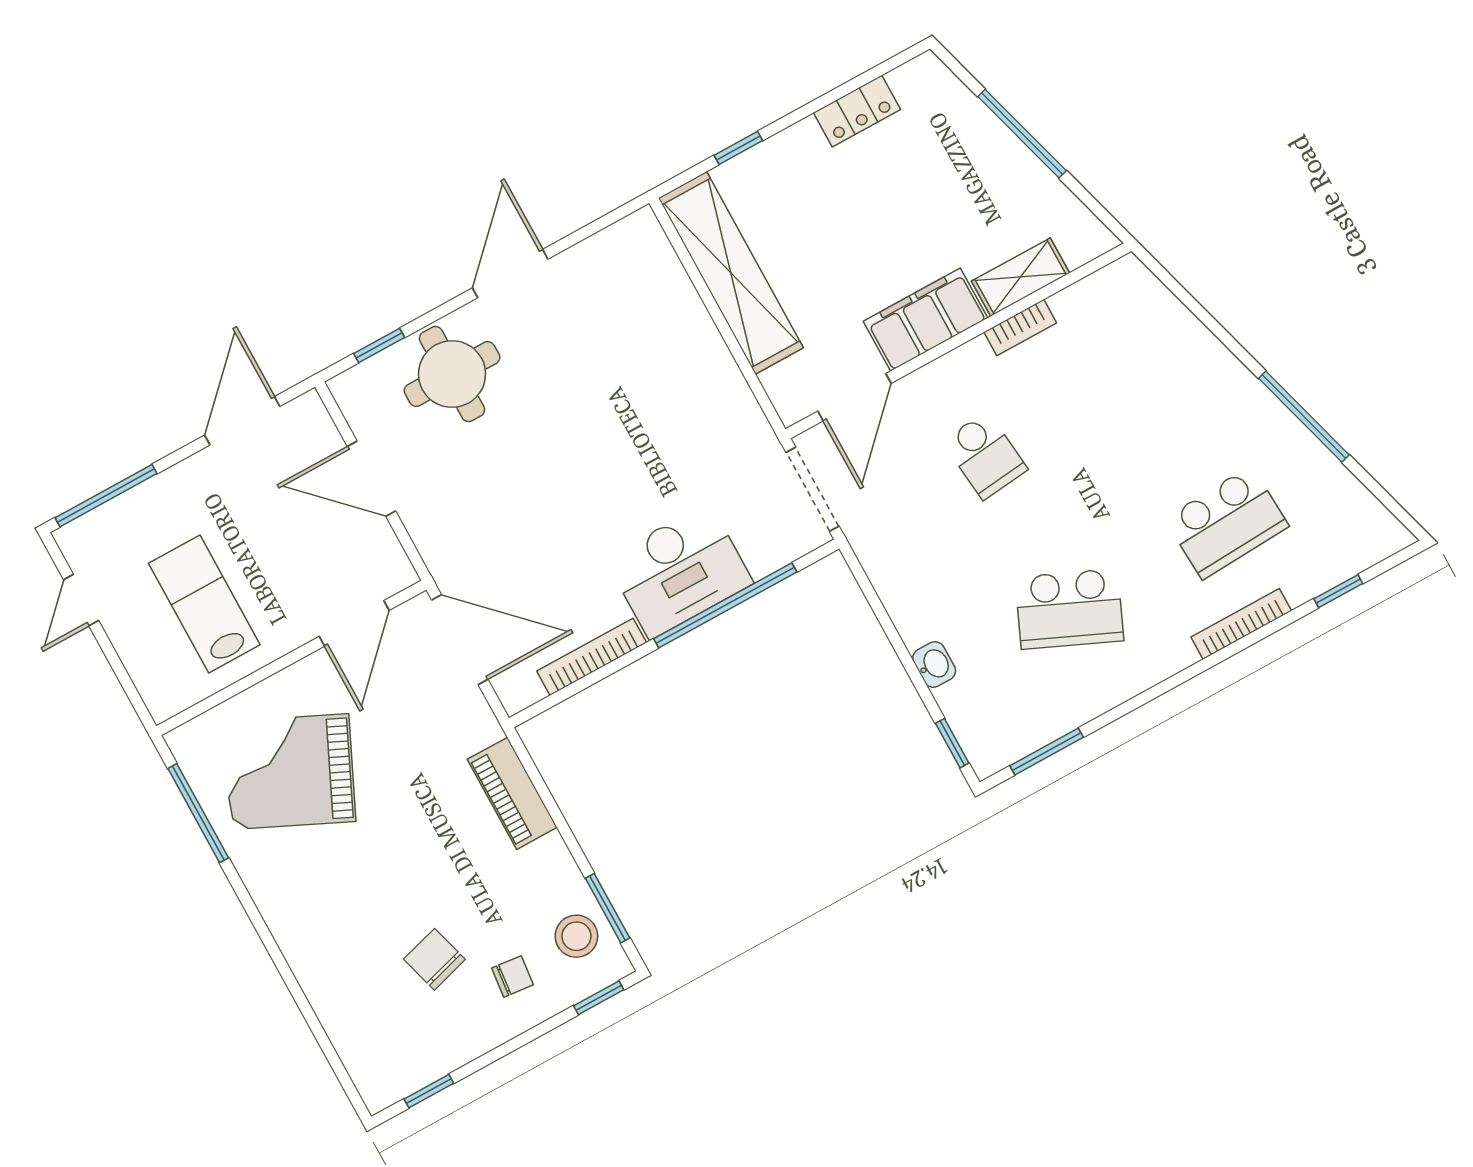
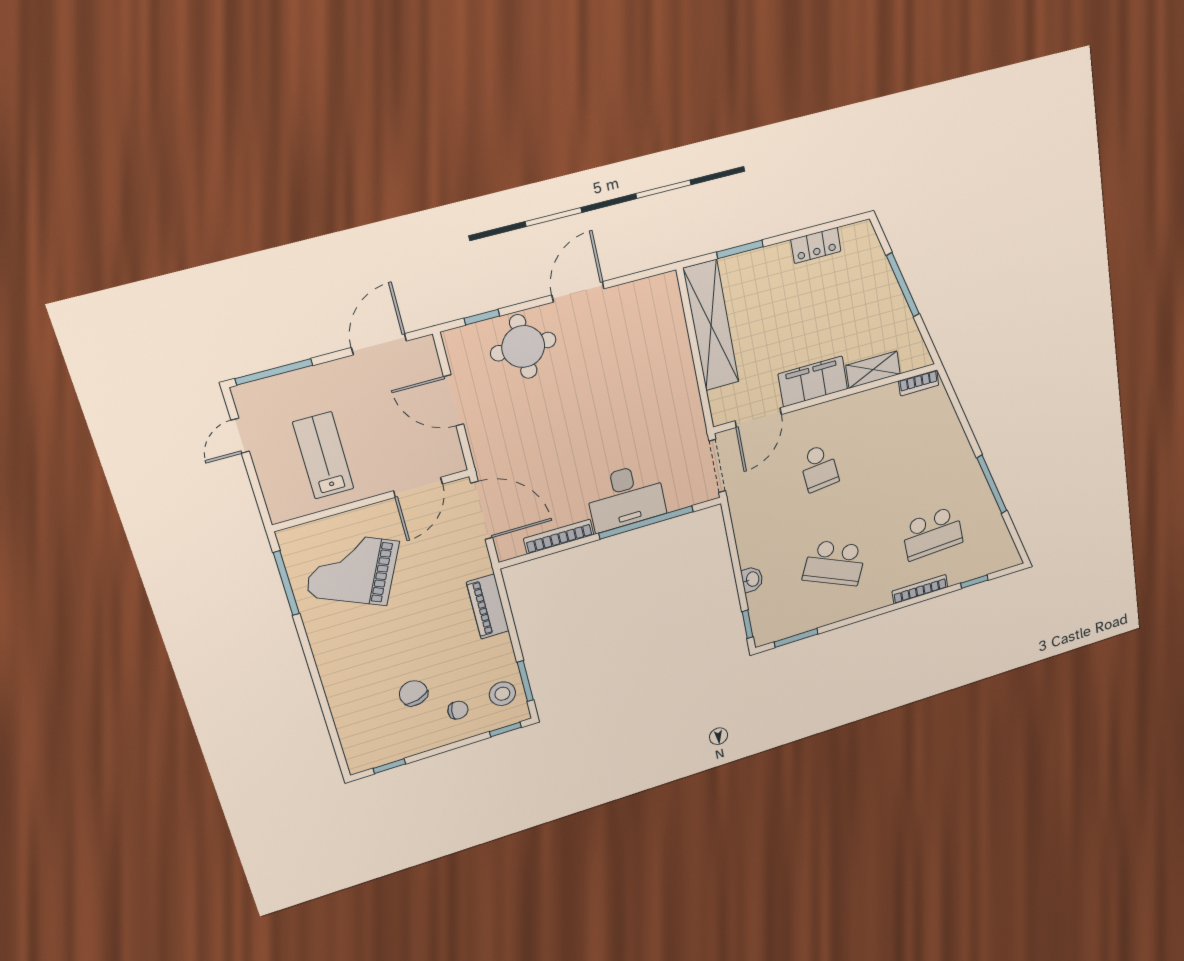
window: (738, 148) -> (740, 249), width x1.50
bookcase: (1020, 328) -> (919, 383), moved

